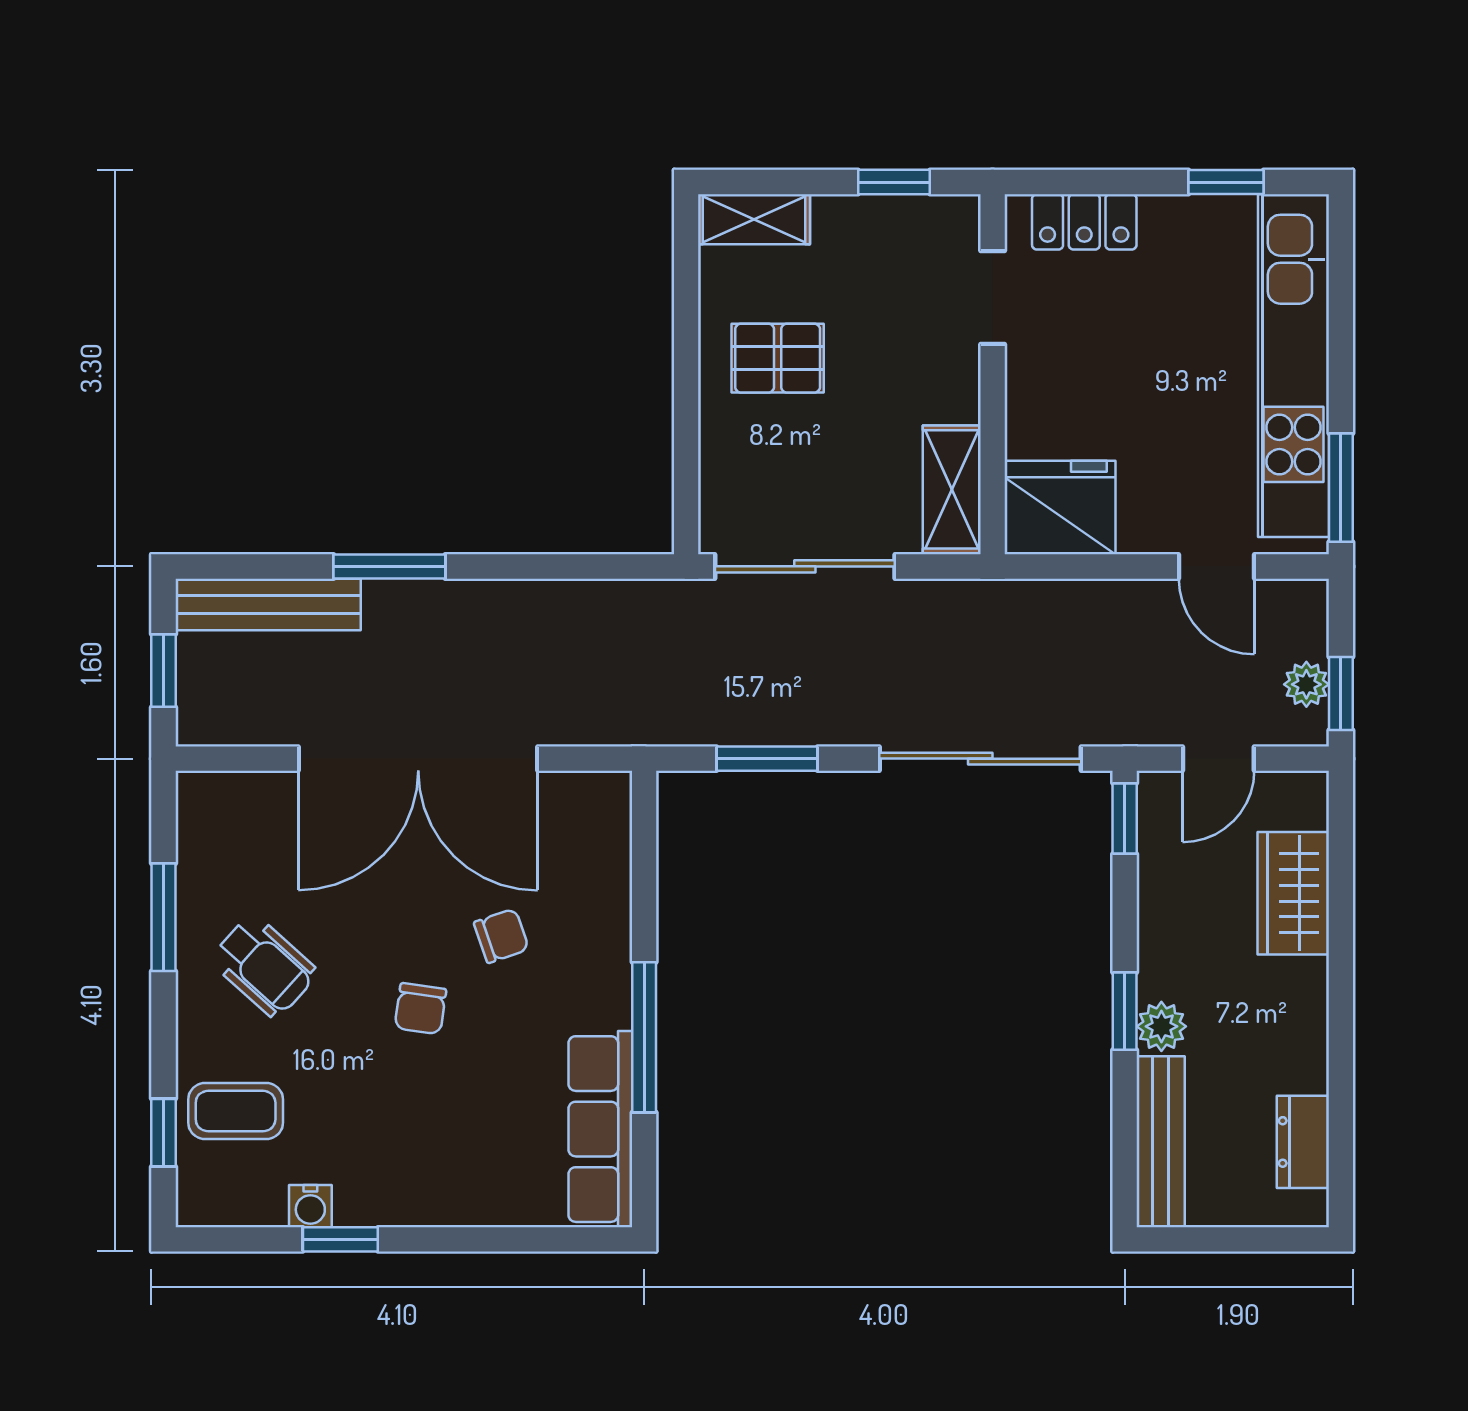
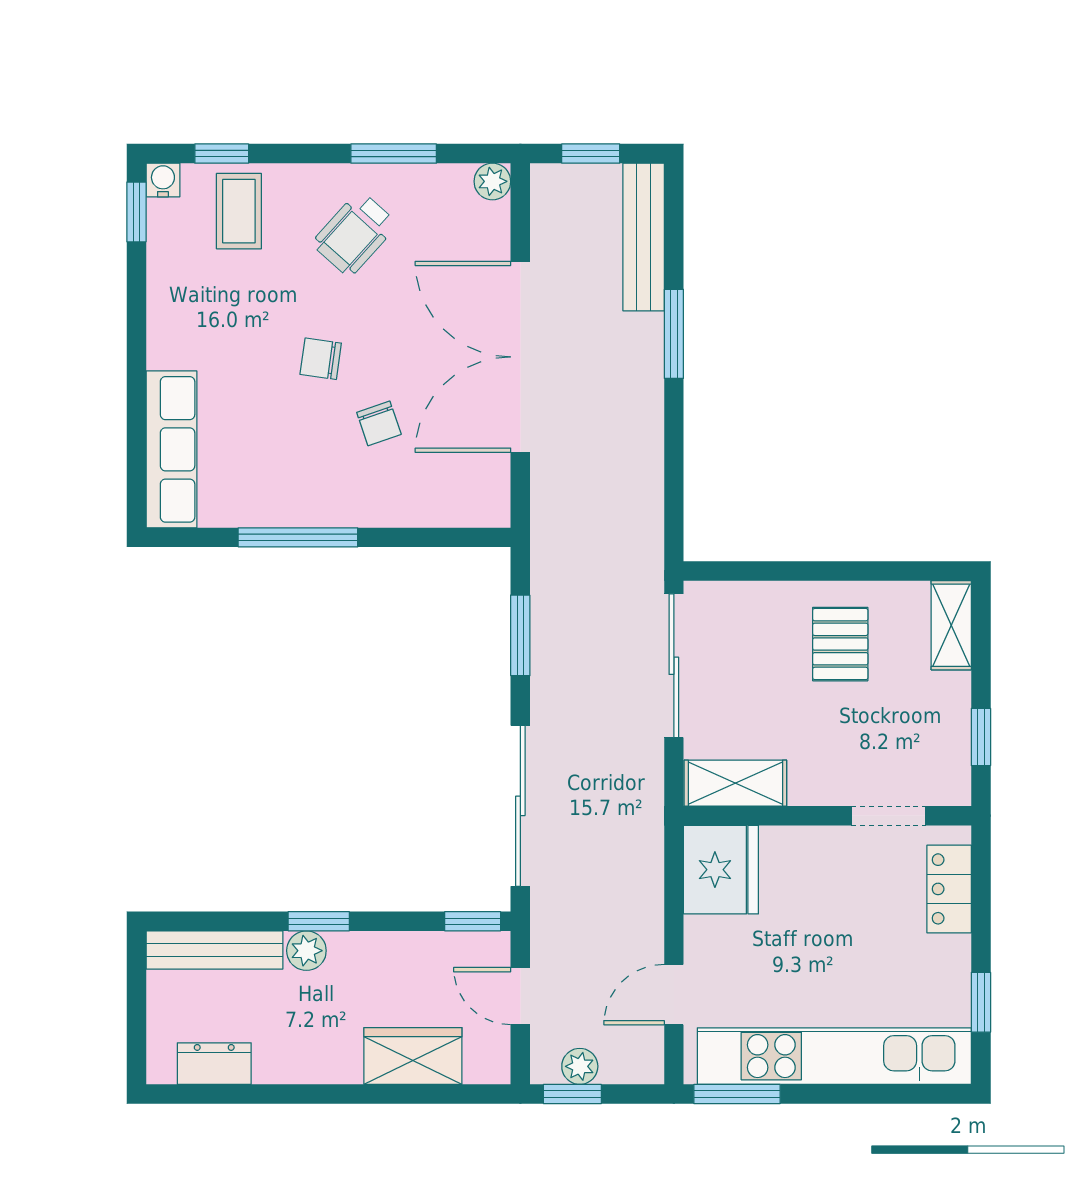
plant: (198, 794) -> (492, 181), added
row of seats: (600, 1129) -> (171, 449), moved, turned 90
water cooler: (310, 1206) -> (163, 180), moved, turned 90
window: (340, 1239) -> (136, 212), moved

